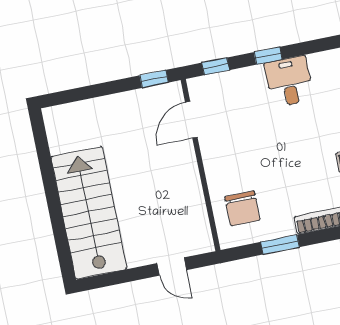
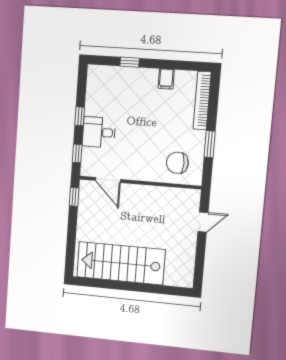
desk: (289, 81) -> (99, 132), moved
chair: (242, 208) -> (177, 163), turned 180
stairs: (89, 213) -> (121, 263), moved

